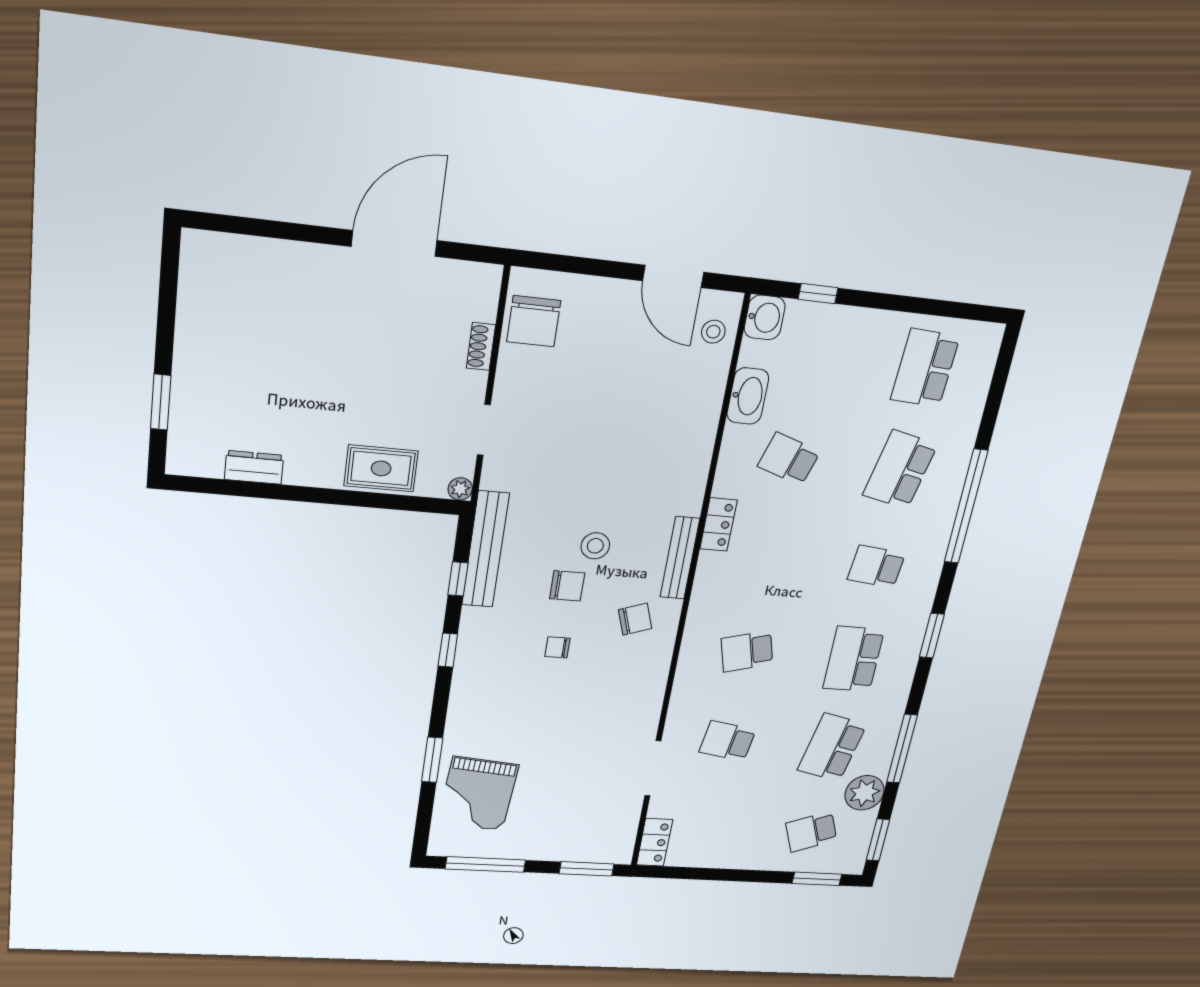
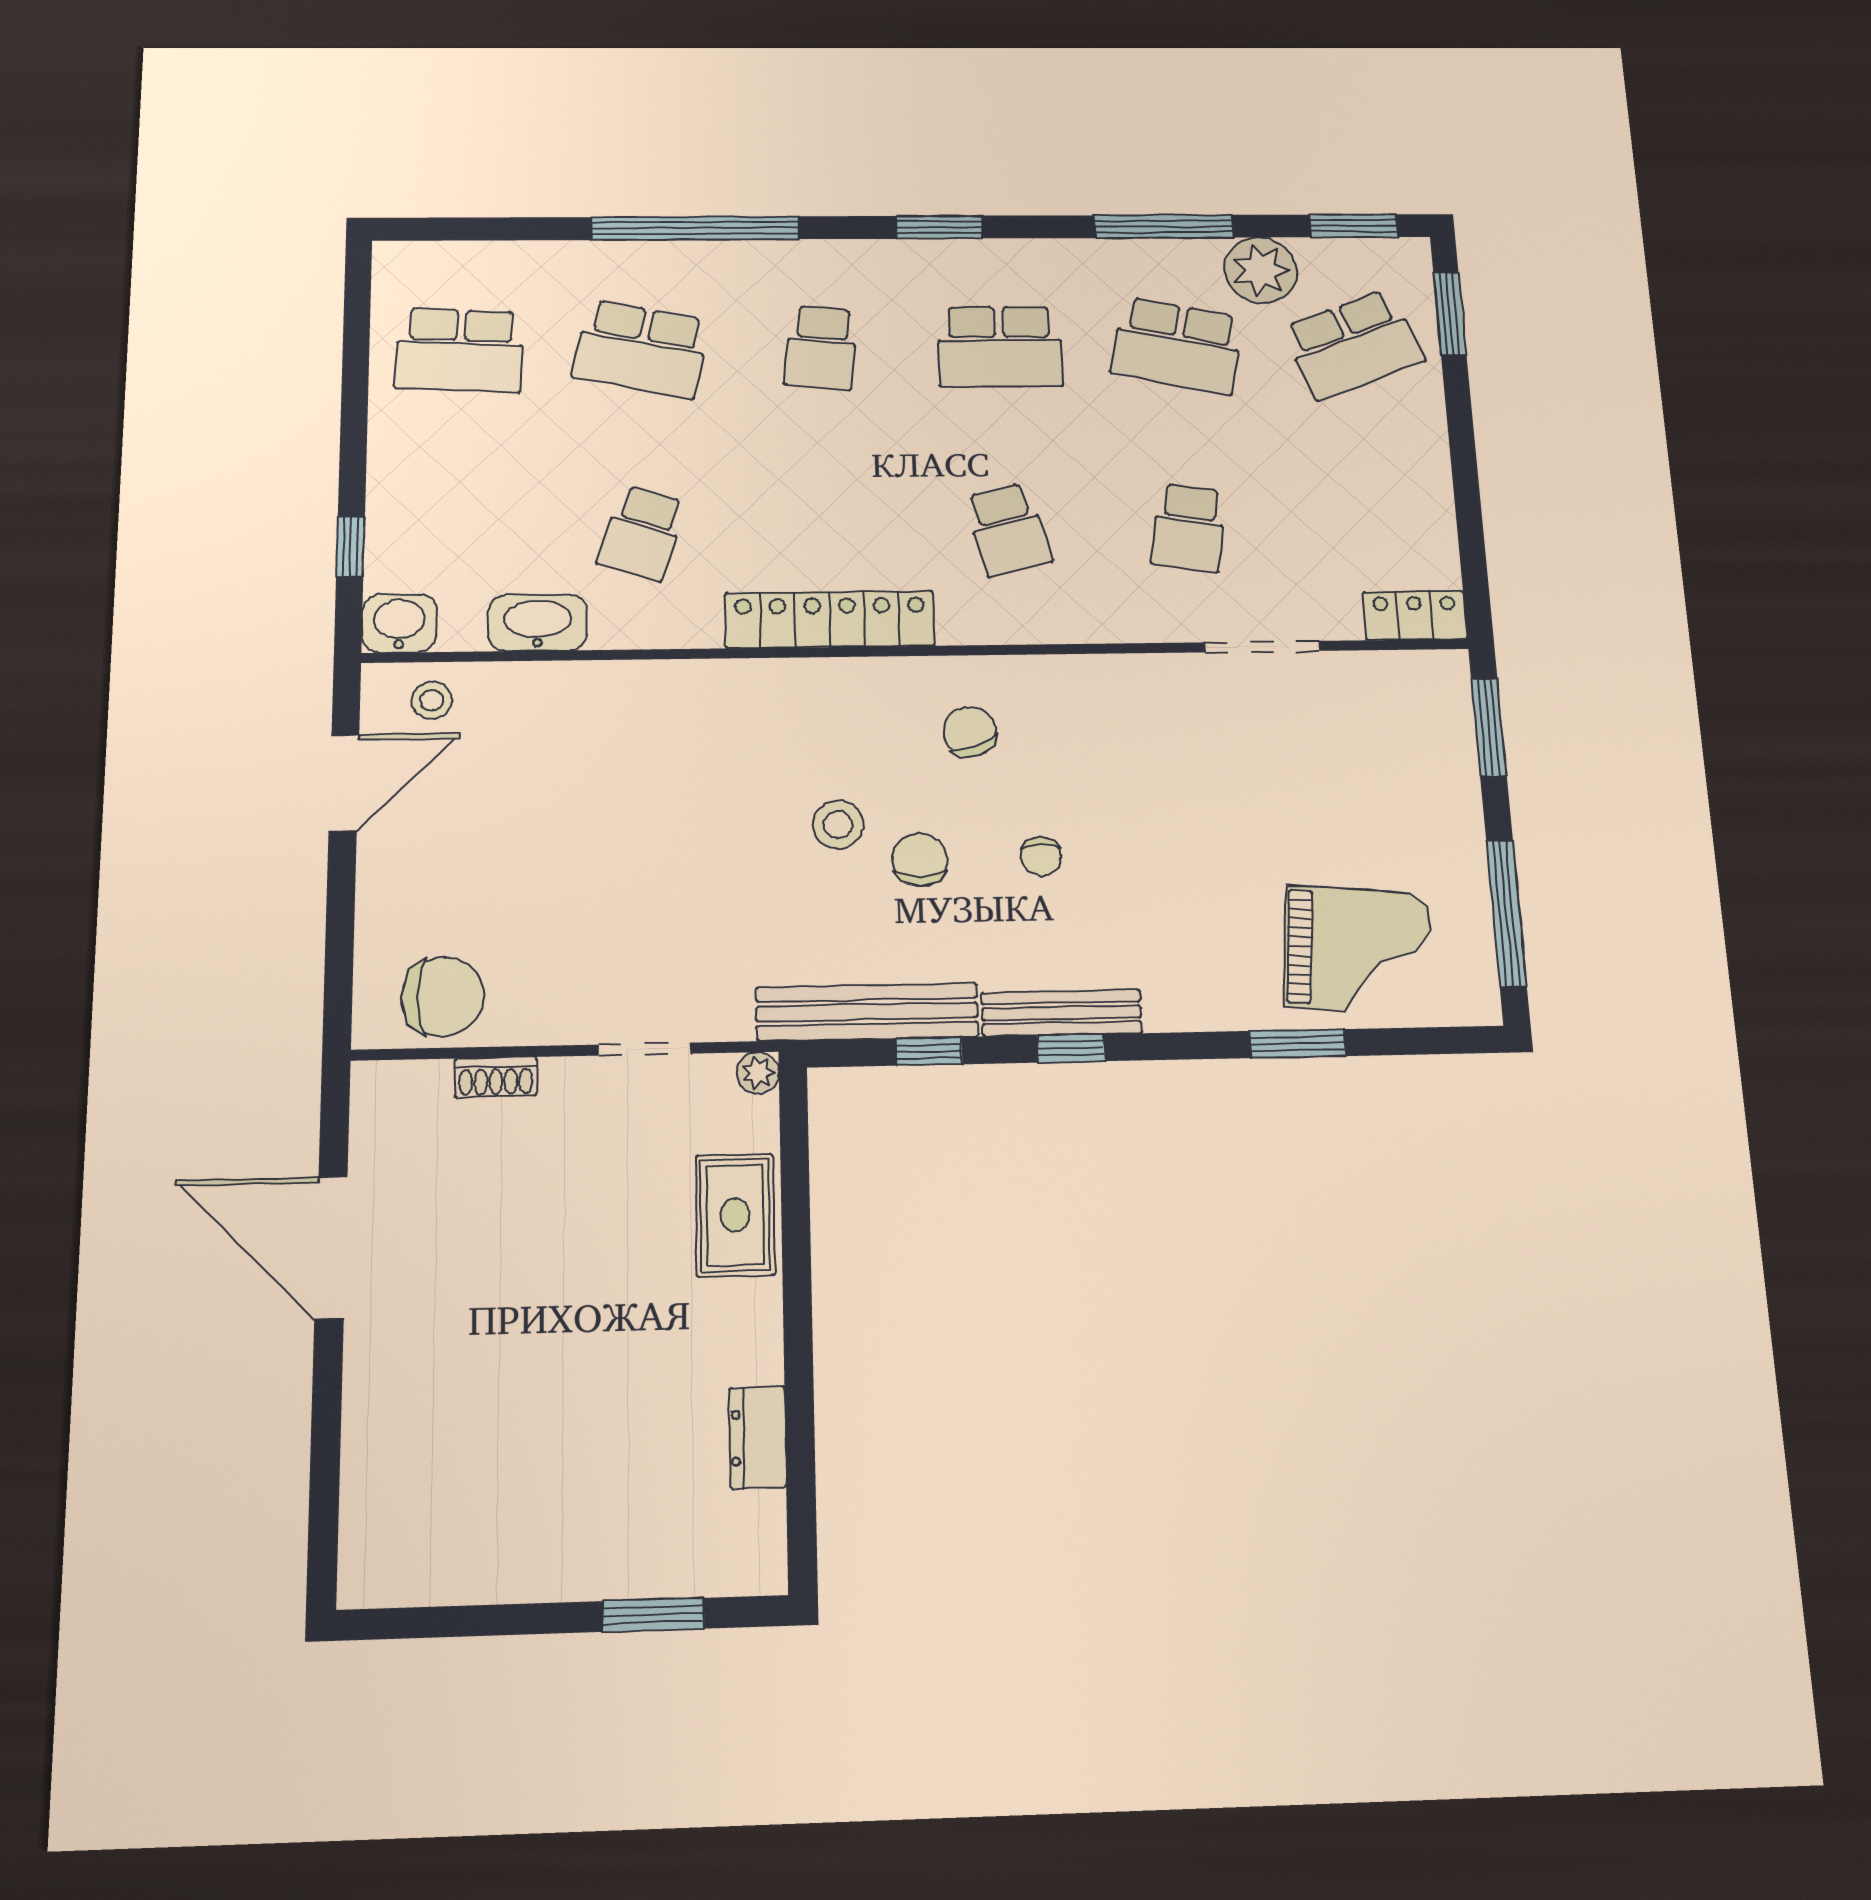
locker: (718, 524) -> (830, 619), width x2.16, depth x1.21
bench: (680, 558) -> (1062, 1013), moved
school desk: (811, 832) -> (1353, 344), width x1.85

